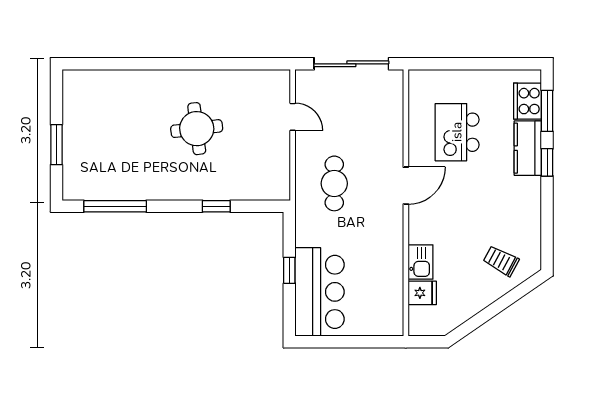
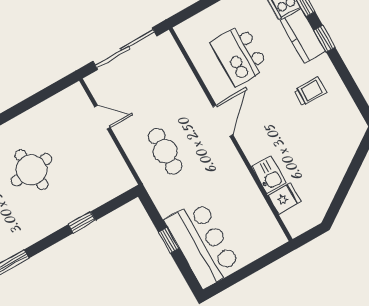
trolley: (501, 261) -> (310, 92), moved, turned 152

